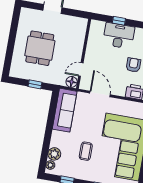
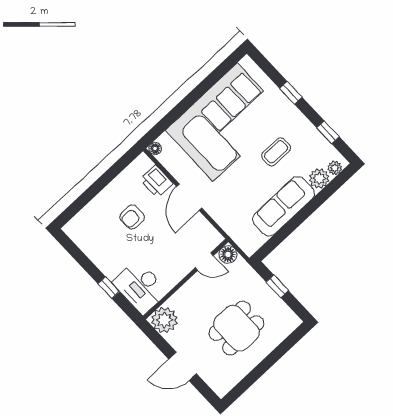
plant: (79, 25) -> (164, 320), added
desk: (119, 36) -> (140, 287), moved
door: (100, 94) -> (189, 197), moved
sofa: (65, 110) -> (284, 206), moved

